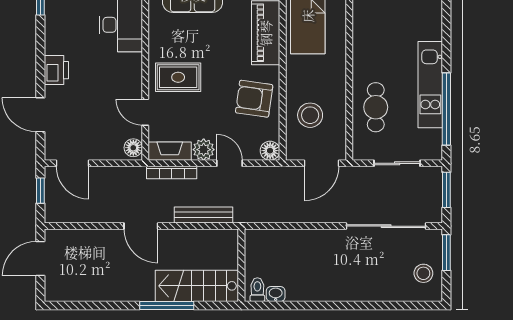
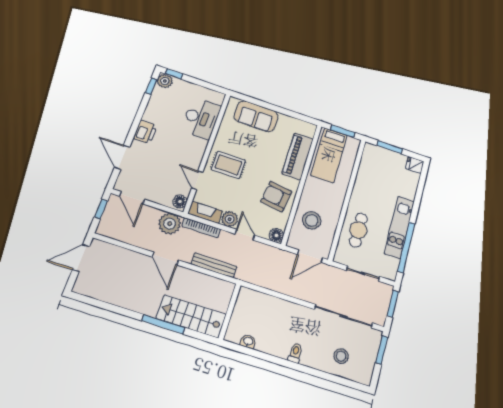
plant: (131, 181) -> (170, 224), added
stool: (423, 273) -> (341, 356), moved
toilet: (257, 290) -> (295, 353), moved

